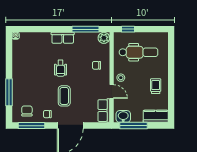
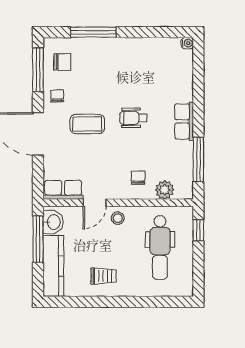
plant: (104, 38) -> (165, 190), moved
kitchen counter: (156, 116) -> (53, 266), width x1.50

